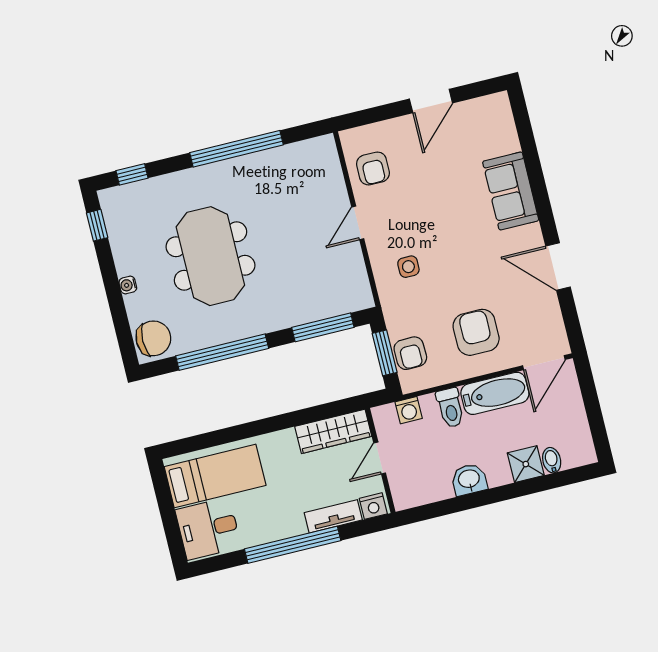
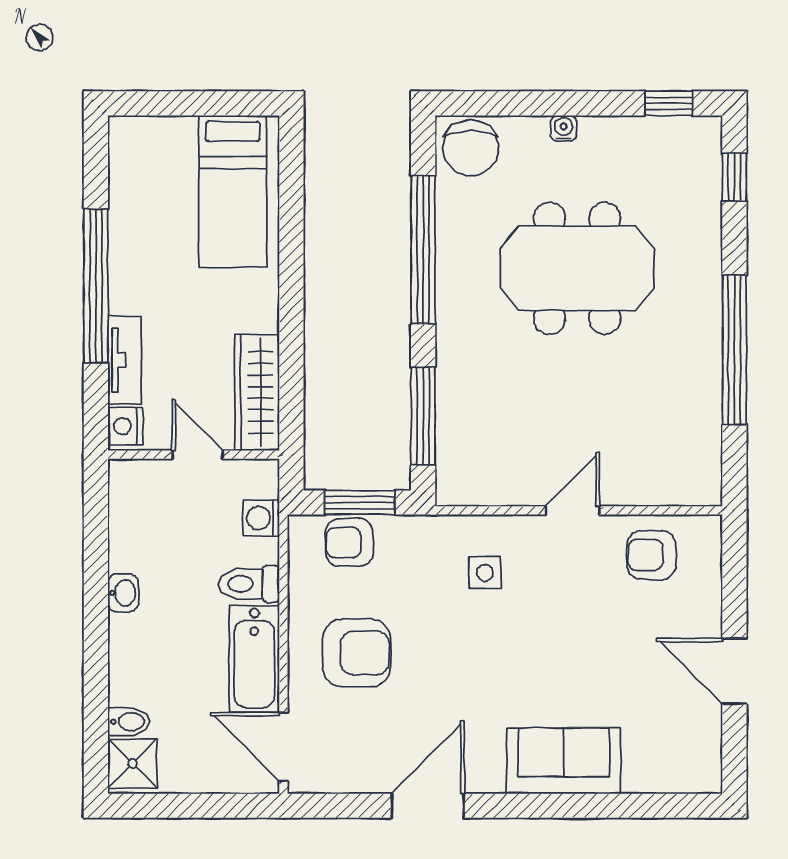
door: (358, 223) -> (572, 510), hinge flipped
shower: (526, 464) -> (132, 764), moved
washbasin: (469, 479) -> (123, 593), width x0.72, depth x0.69
desk: (208, 529) -> (153, 161), removed

